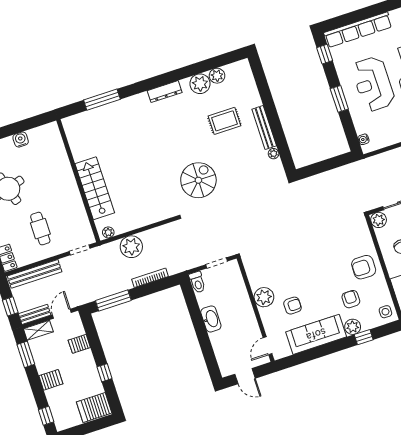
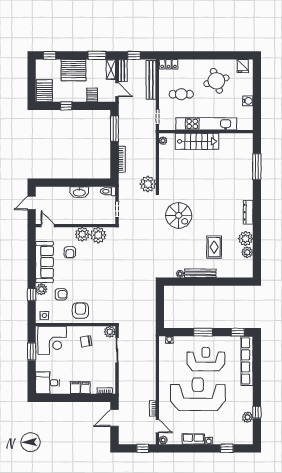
kitchen unit: (68, 184) -> (206, 124), added
plant: (131, 247) -> (148, 184), moved
plant: (258, 276) -> (98, 235), added
server rack: (51, 380) -> (73, 70), width x2.18, depth x1.44

